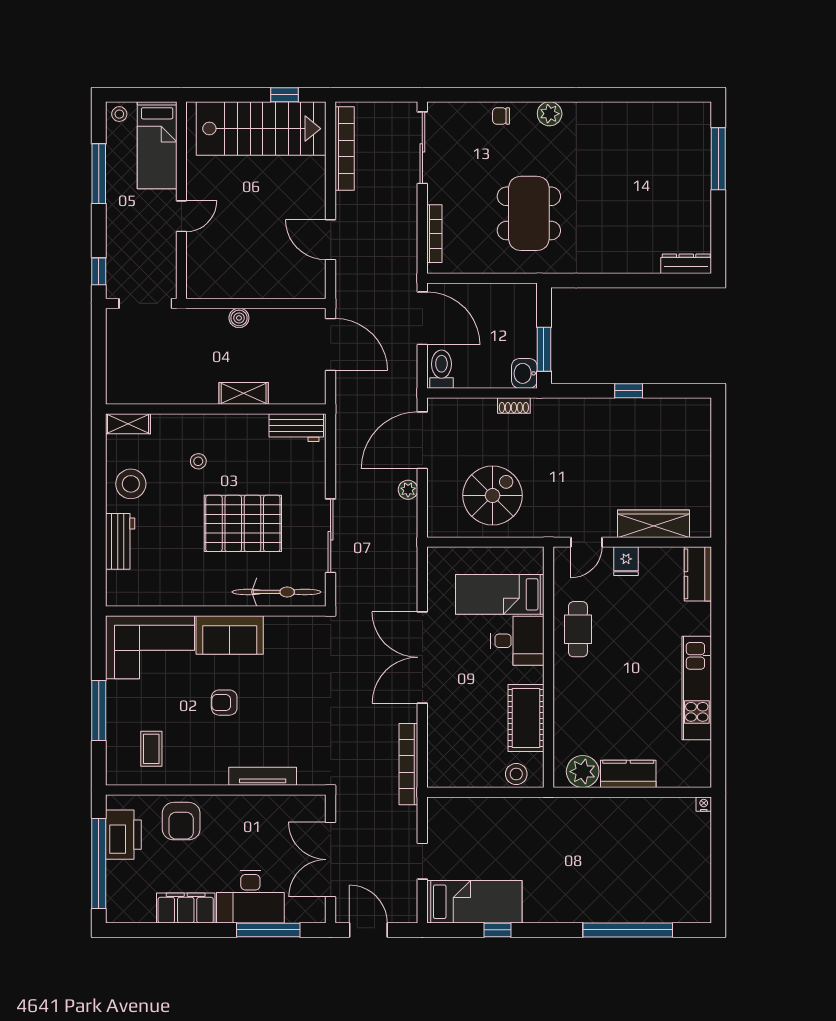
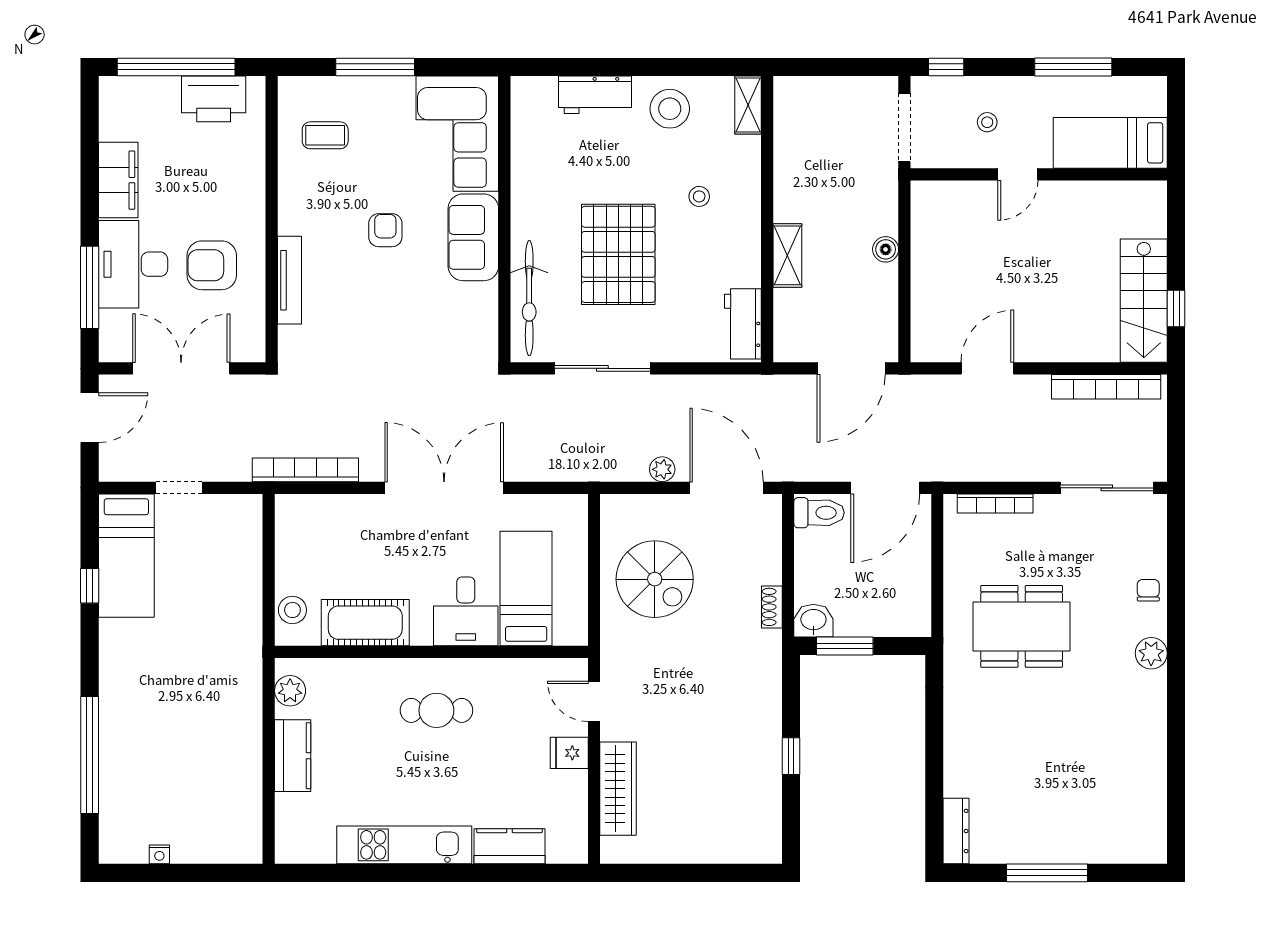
stool: (119, 114) -> (987, 122), moved
stairs: (261, 129) -> (1144, 301), width x0.73, depth x0.66
window: (718, 159) -> (1047, 873), moved
door: (181, 216) -> (1018, 174), hinge flipped
kitchen counter: (698, 574) -> (509, 846), moved
cafe table: (578, 629) -> (436, 710), moved
plant: (583, 772) -> (290, 691), width x0.73, depth x0.73
nightstand: (704, 804) -> (159, 854), moved, turned 90
armchair: (181, 821) -> (212, 265), moved

